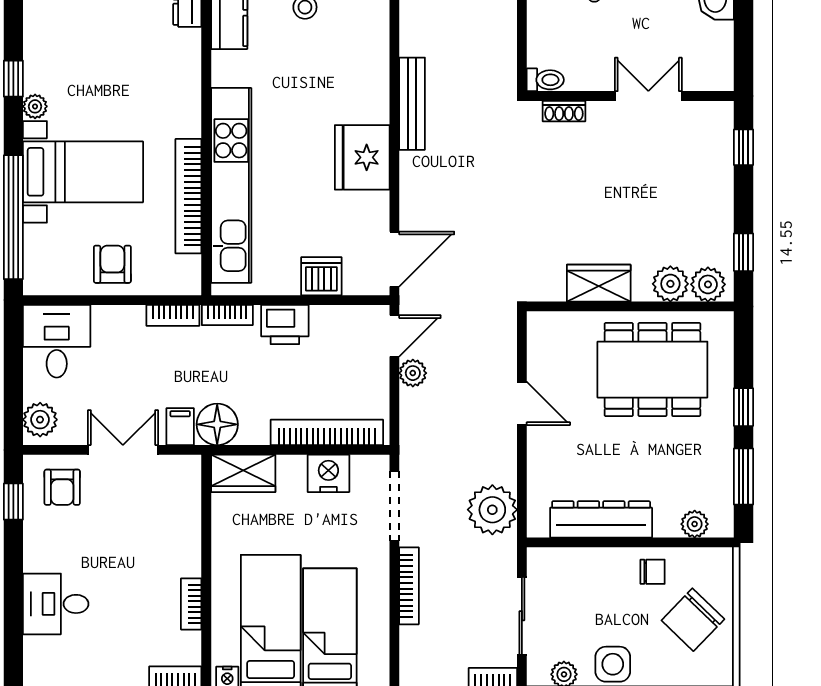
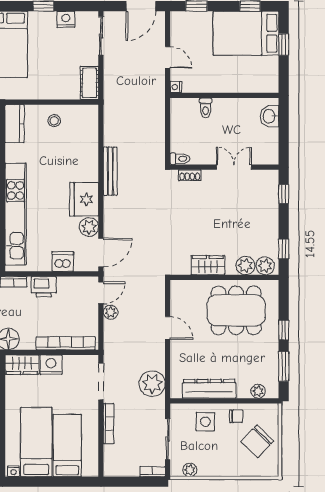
plant: (371, 210) -> (89, 227), added
nightstand: (328, 473) -> (51, 365), moved
side table: (613, 664) -> (205, 422), moved

